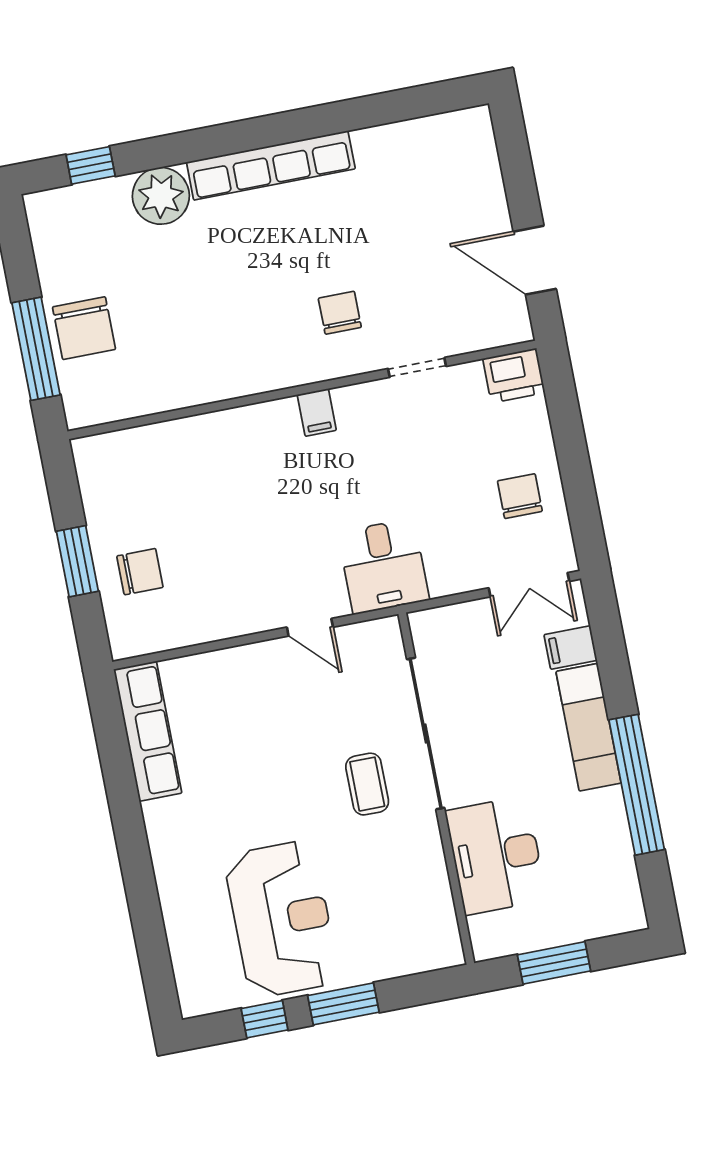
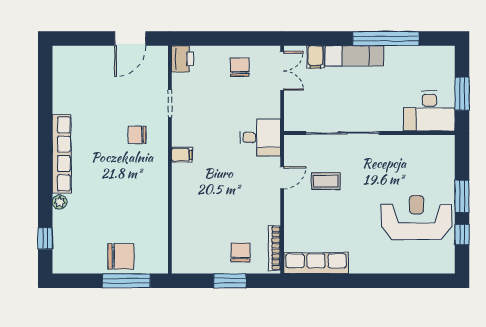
plant: (161, 196) -> (60, 202), width x0.53, depth x0.53
chair: (520, 496) -> (240, 67), turned 90
bookcase: (162, 640) -> (275, 248), added
coffee table: (367, 784) -> (326, 181), moved
desk: (496, 855) -> (429, 111), moved

